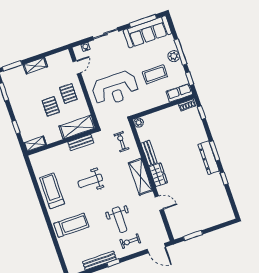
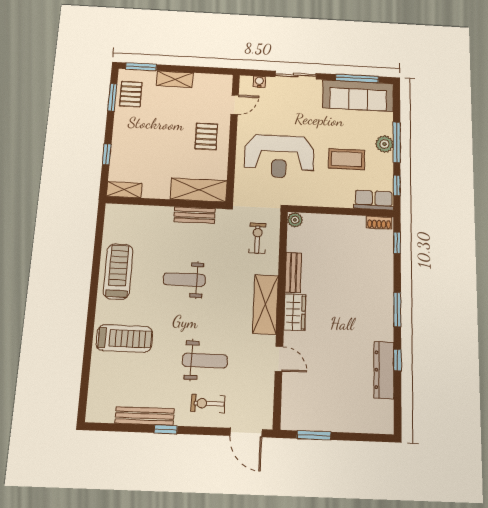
pallet: (51, 106) -> (131, 94), moved
dresser: (209, 158) -> (384, 370), moved
weight bench: (120, 220) -> (205, 361), turned -90

